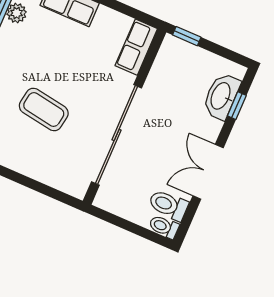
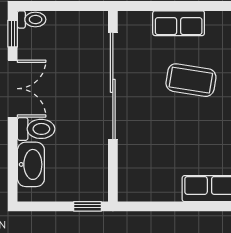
row of seats: (136, 47) -> (179, 23), moved, turned 90
window: (237, 106) -> (13, 34), moved
toilet: (168, 205) -> (36, 129), moved

